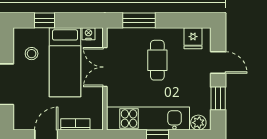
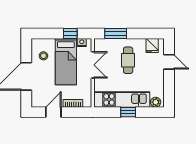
window: (44, 20) -> (70, 34), moved
double door: (105, 67) -> (93, 65), swing flipped
window: (218, 98) -> (169, 86), removed

